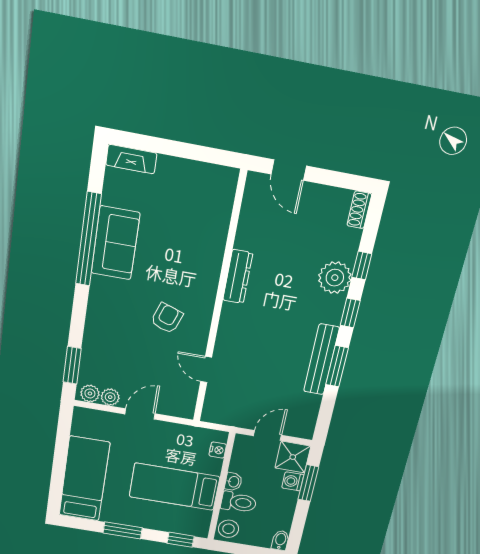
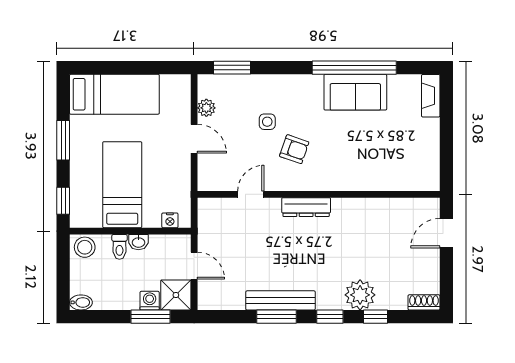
dresser: (238, 277) -> (306, 207), moved
side table: (134, 340) -> (267, 122), added
plant: (90, 393) -> (207, 88), removed
toilet: (239, 502) -> (119, 247), width x0.73, depth x0.72

